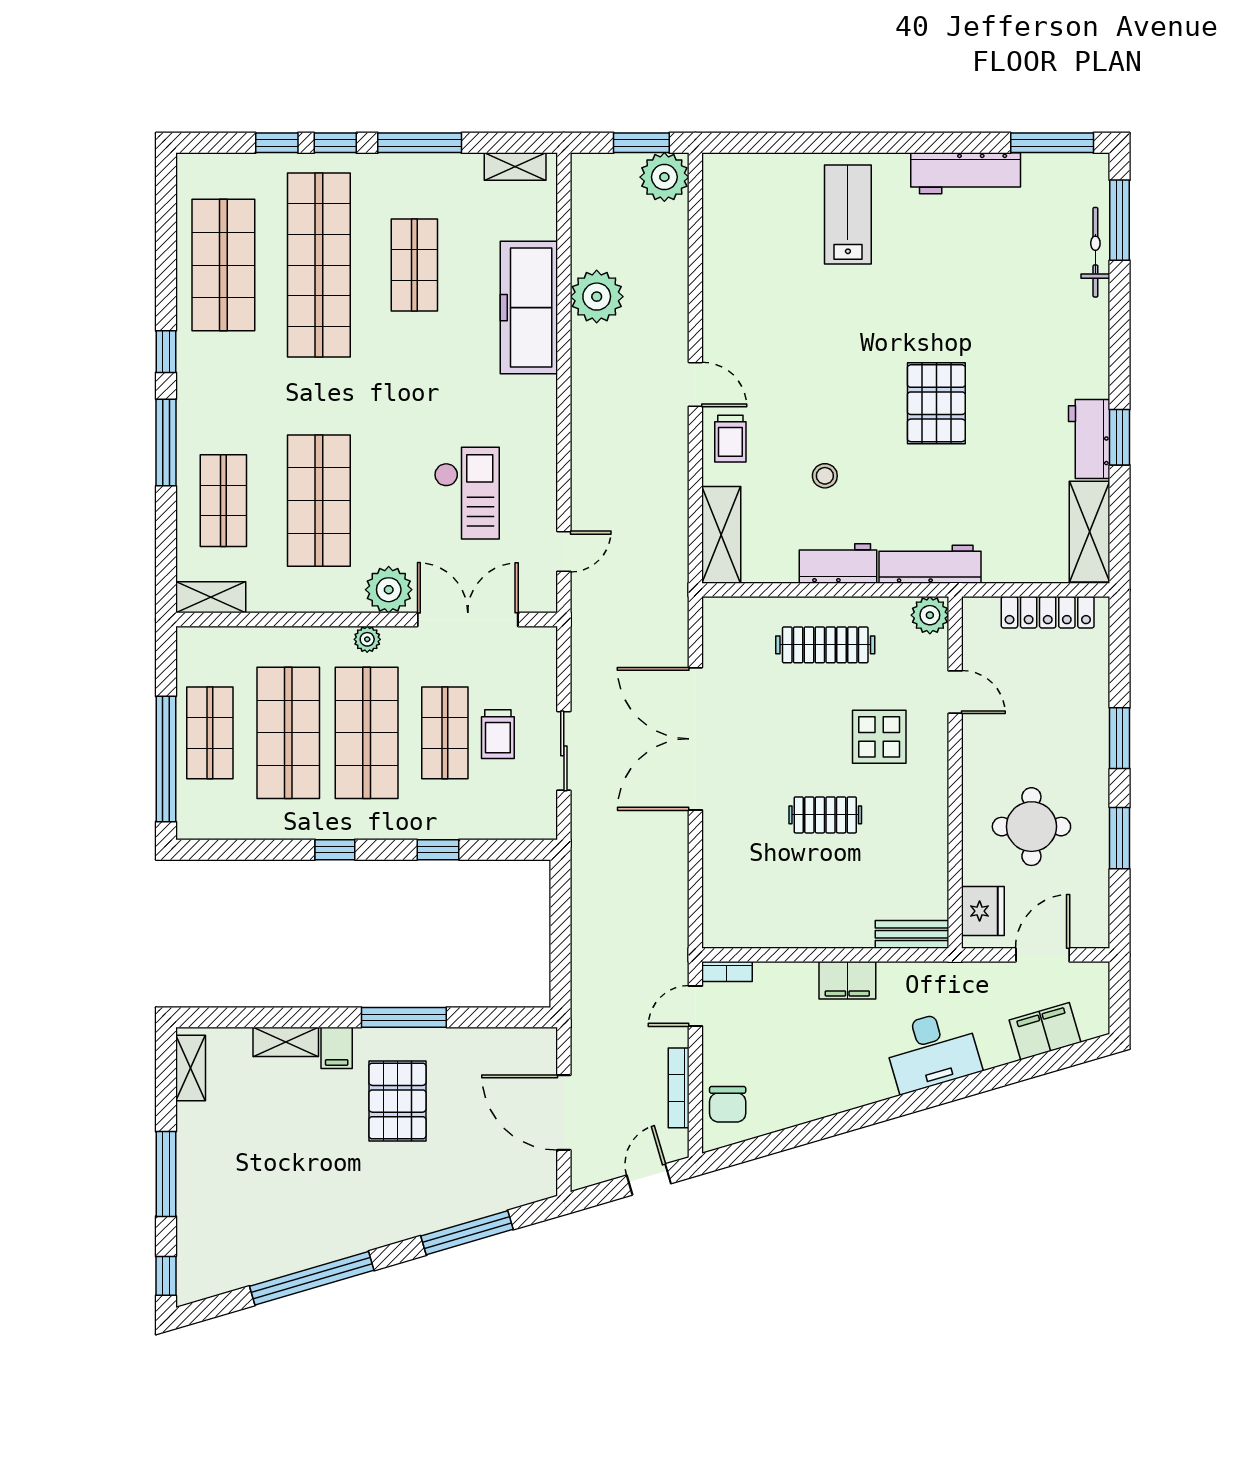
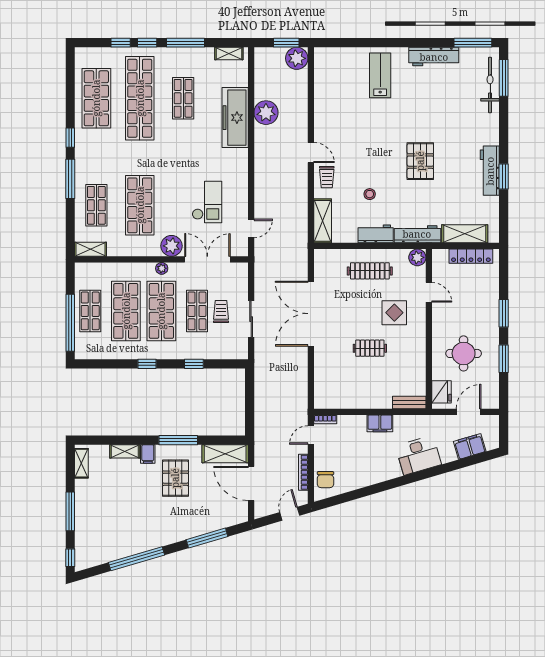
bicycle: (1095, 252) -> (490, 85), width x1.37, depth x1.40
workbench: (1089, 439) -> (490, 171), width x1.38
shelving: (1089, 532) -> (465, 234), moved, turned 90
trolley: (498, 734) -> (221, 311), turned 180
shelving: (507, 1047) -> (225, 454), added

